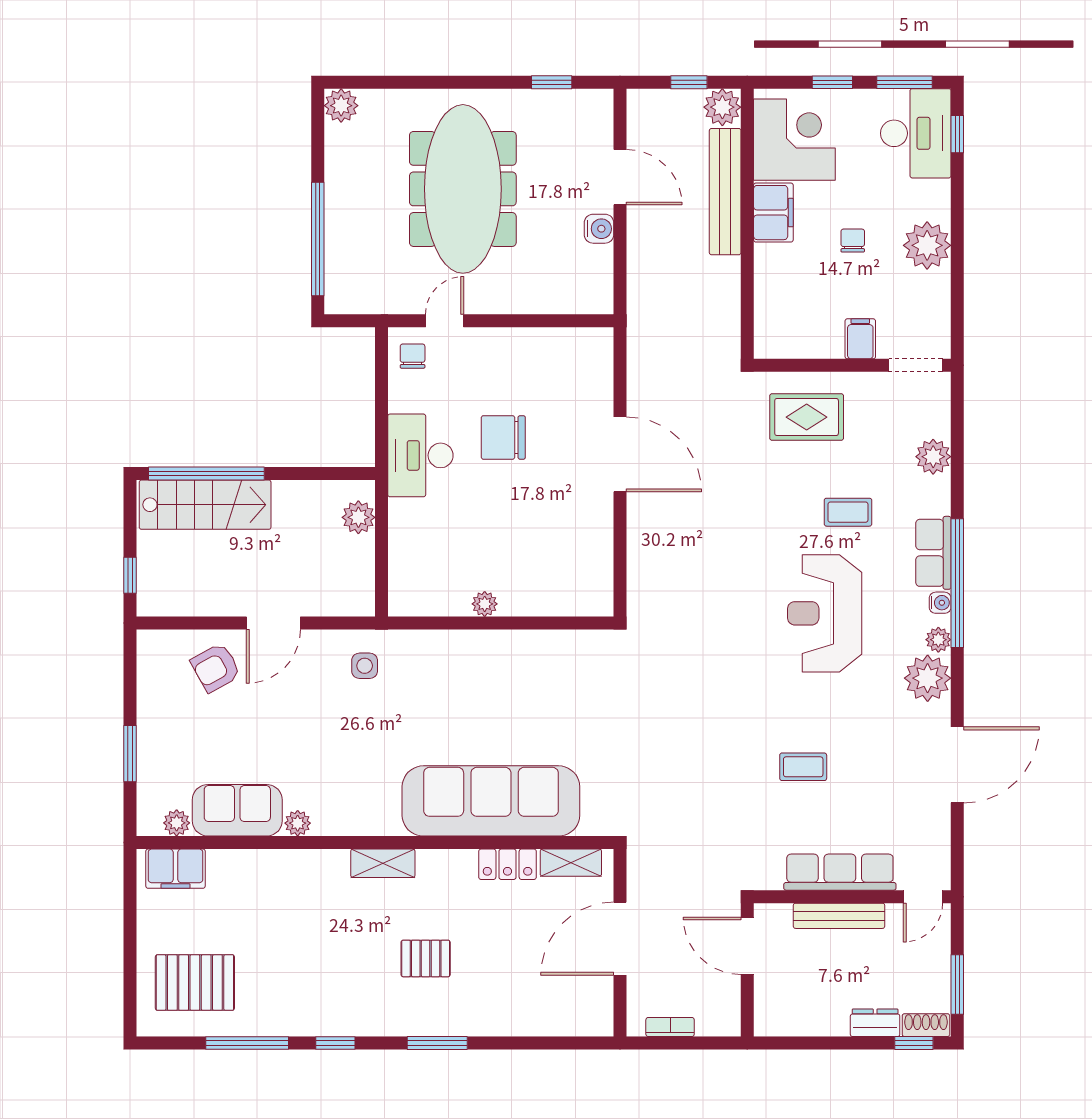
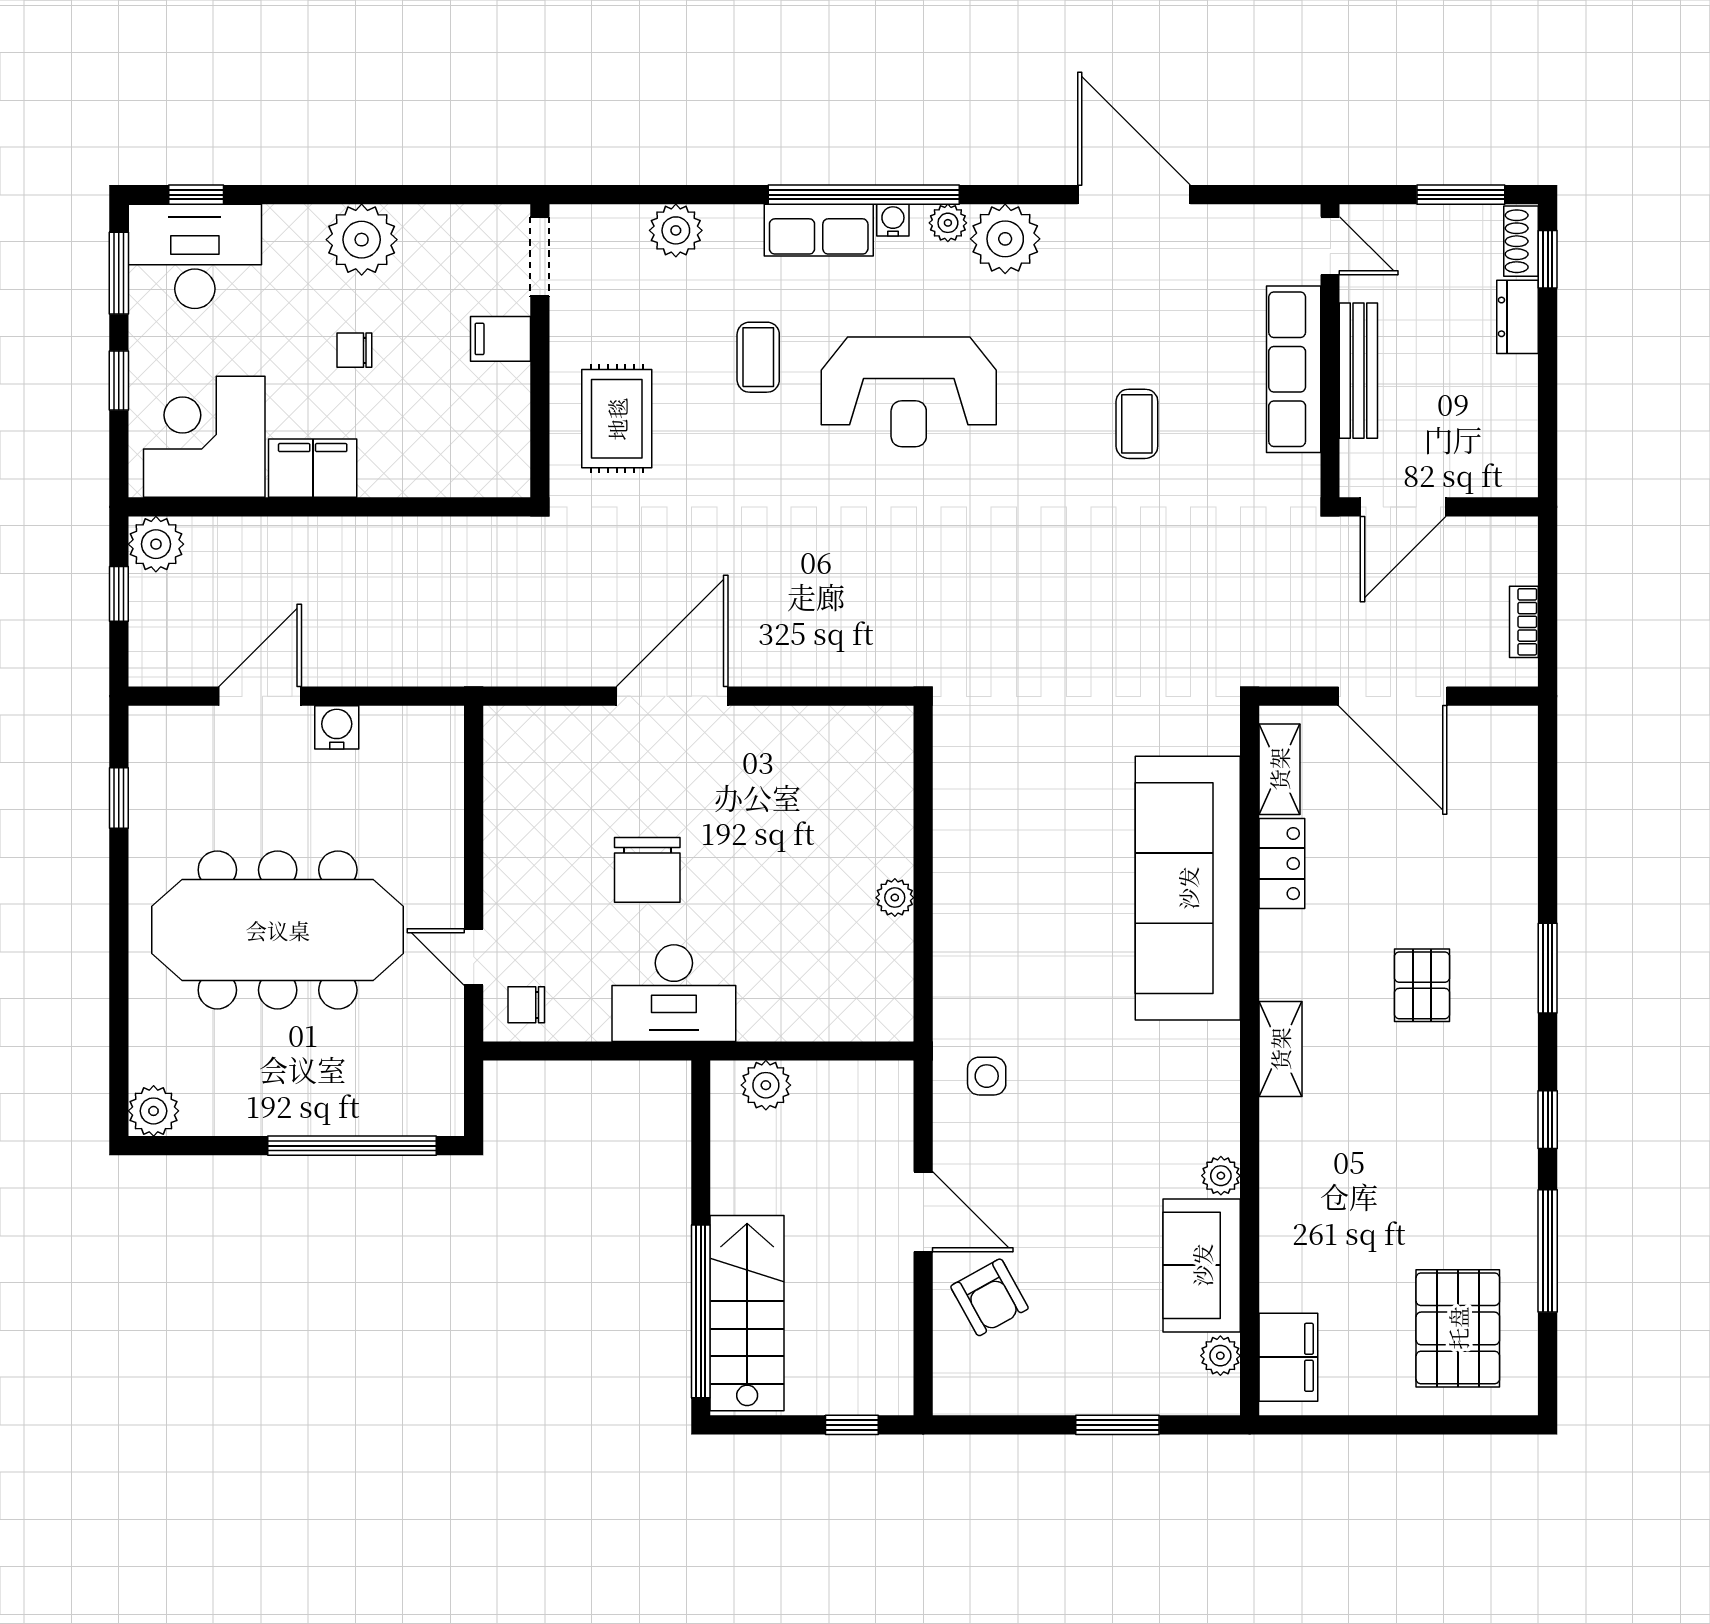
bench: (725, 192) -> (282, 540), removed

